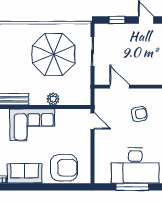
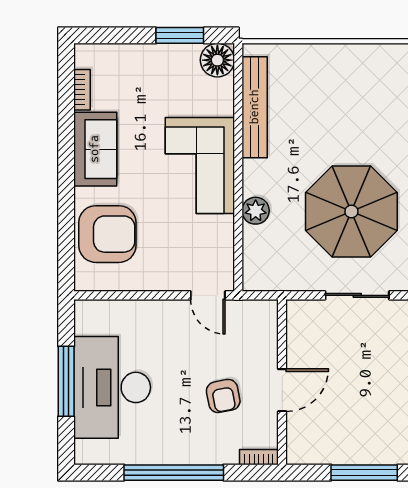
door: (120, 87) -> (282, 390), moved
door: (92, 121) -> (208, 295), hinge flipped
armchair: (64, 168) -> (107, 234), turned -90

